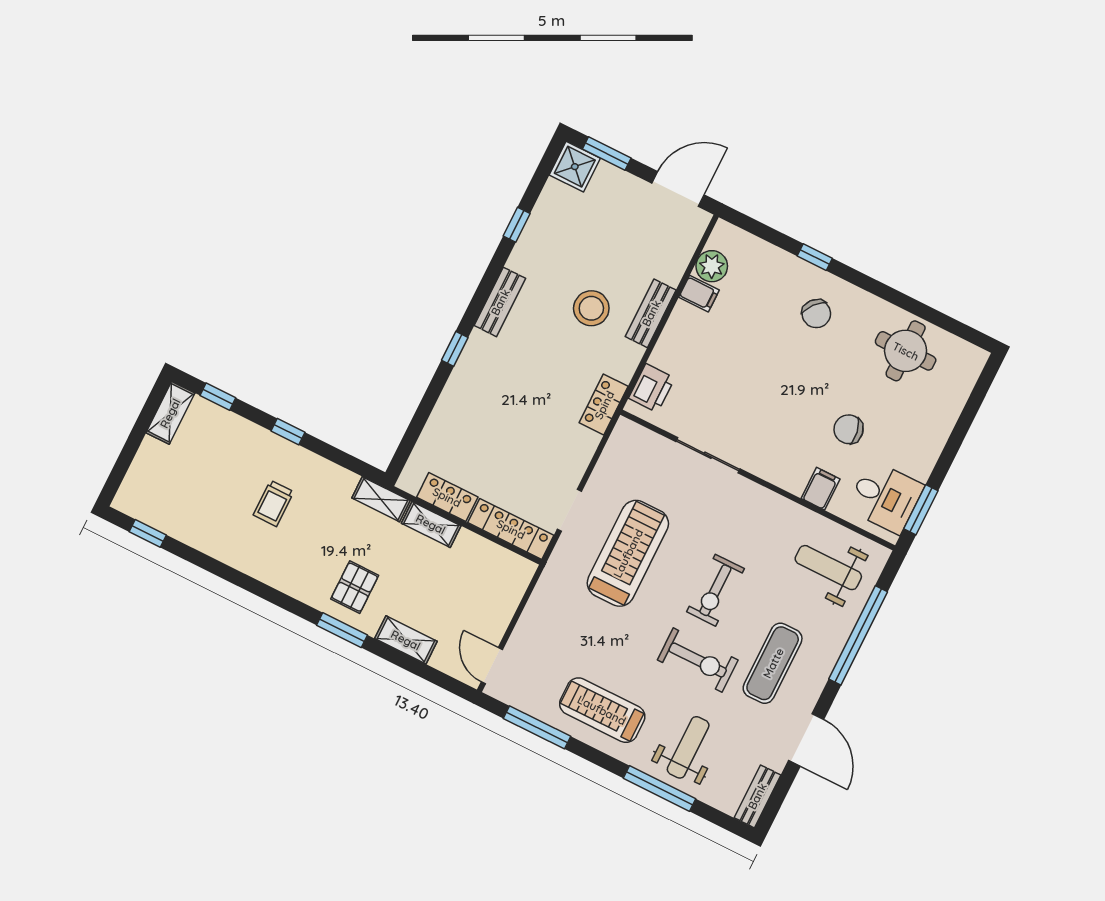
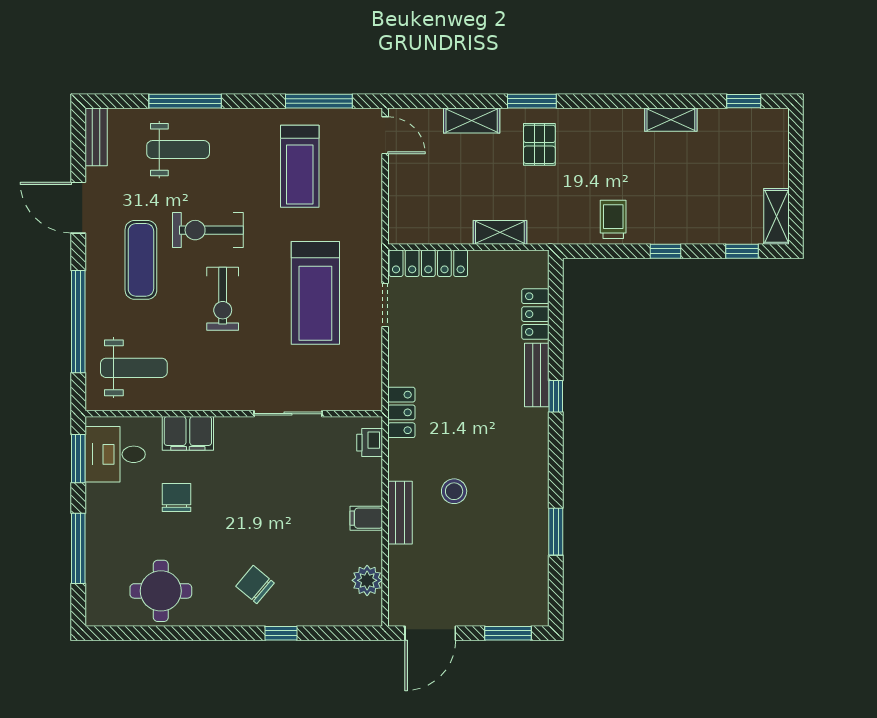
shower: (575, 167) -> (530, 608), removed
window: (517, 225) -> (556, 532), width x1.50
filing cabinet: (699, 294) -> (366, 518), moved
bench: (500, 302) -> (537, 375), moved
stool: (591, 308) -> (454, 491), width x0.73, depth x0.73
printer: (652, 388) -> (370, 443), width x0.73, depth x0.81
window: (962, 428) -> (78, 548), added
chair: (849, 429) -> (177, 498), turned -80
filing cabinet: (821, 489) -> (188, 433), width x2.00
locker: (447, 497) -> (535, 314), moved, turned 90
shelving: (381, 499) -> (671, 120), moved
trolley: (273, 503) -> (613, 219), moved
exercise bike: (715, 590) -> (223, 299), turned 180
treadmill: (602, 710) -> (300, 166), moved, turned 90
weight bench: (688, 747) -> (178, 150), turned -90

